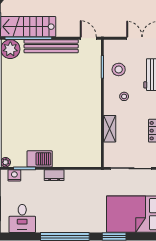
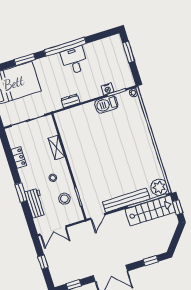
door: (88, 38) -> (98, 217), hinge flipped
nightstand: (14, 175) -> (107, 89), moved
dresser: (54, 175) -> (70, 101), moved
desk: (22, 219) -> (74, 60), moved

